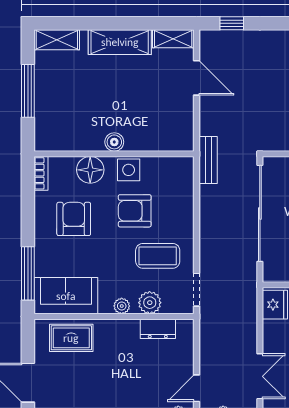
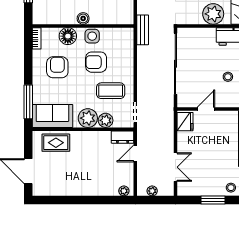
plant: (122, 306) -> (88, 118), width x1.88, depth x1.88
dresser: (158, 329) -> (123, 137), moved
door: (197, 388) -> (135, 153), moved

